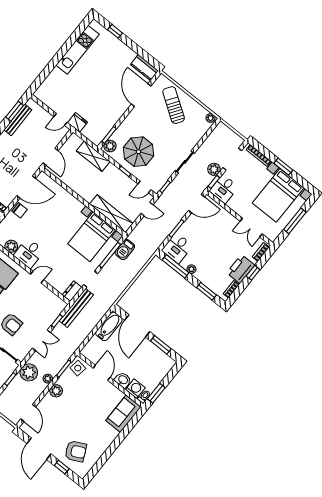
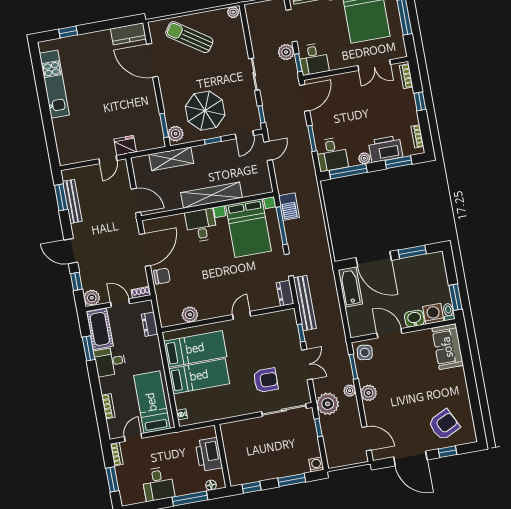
shelving: (111, 214) -> (211, 195), moved
desk: (29, 253) -> (201, 225), moved, turned 180
printer: (241, 269) -> (385, 149), moved, turned 90

